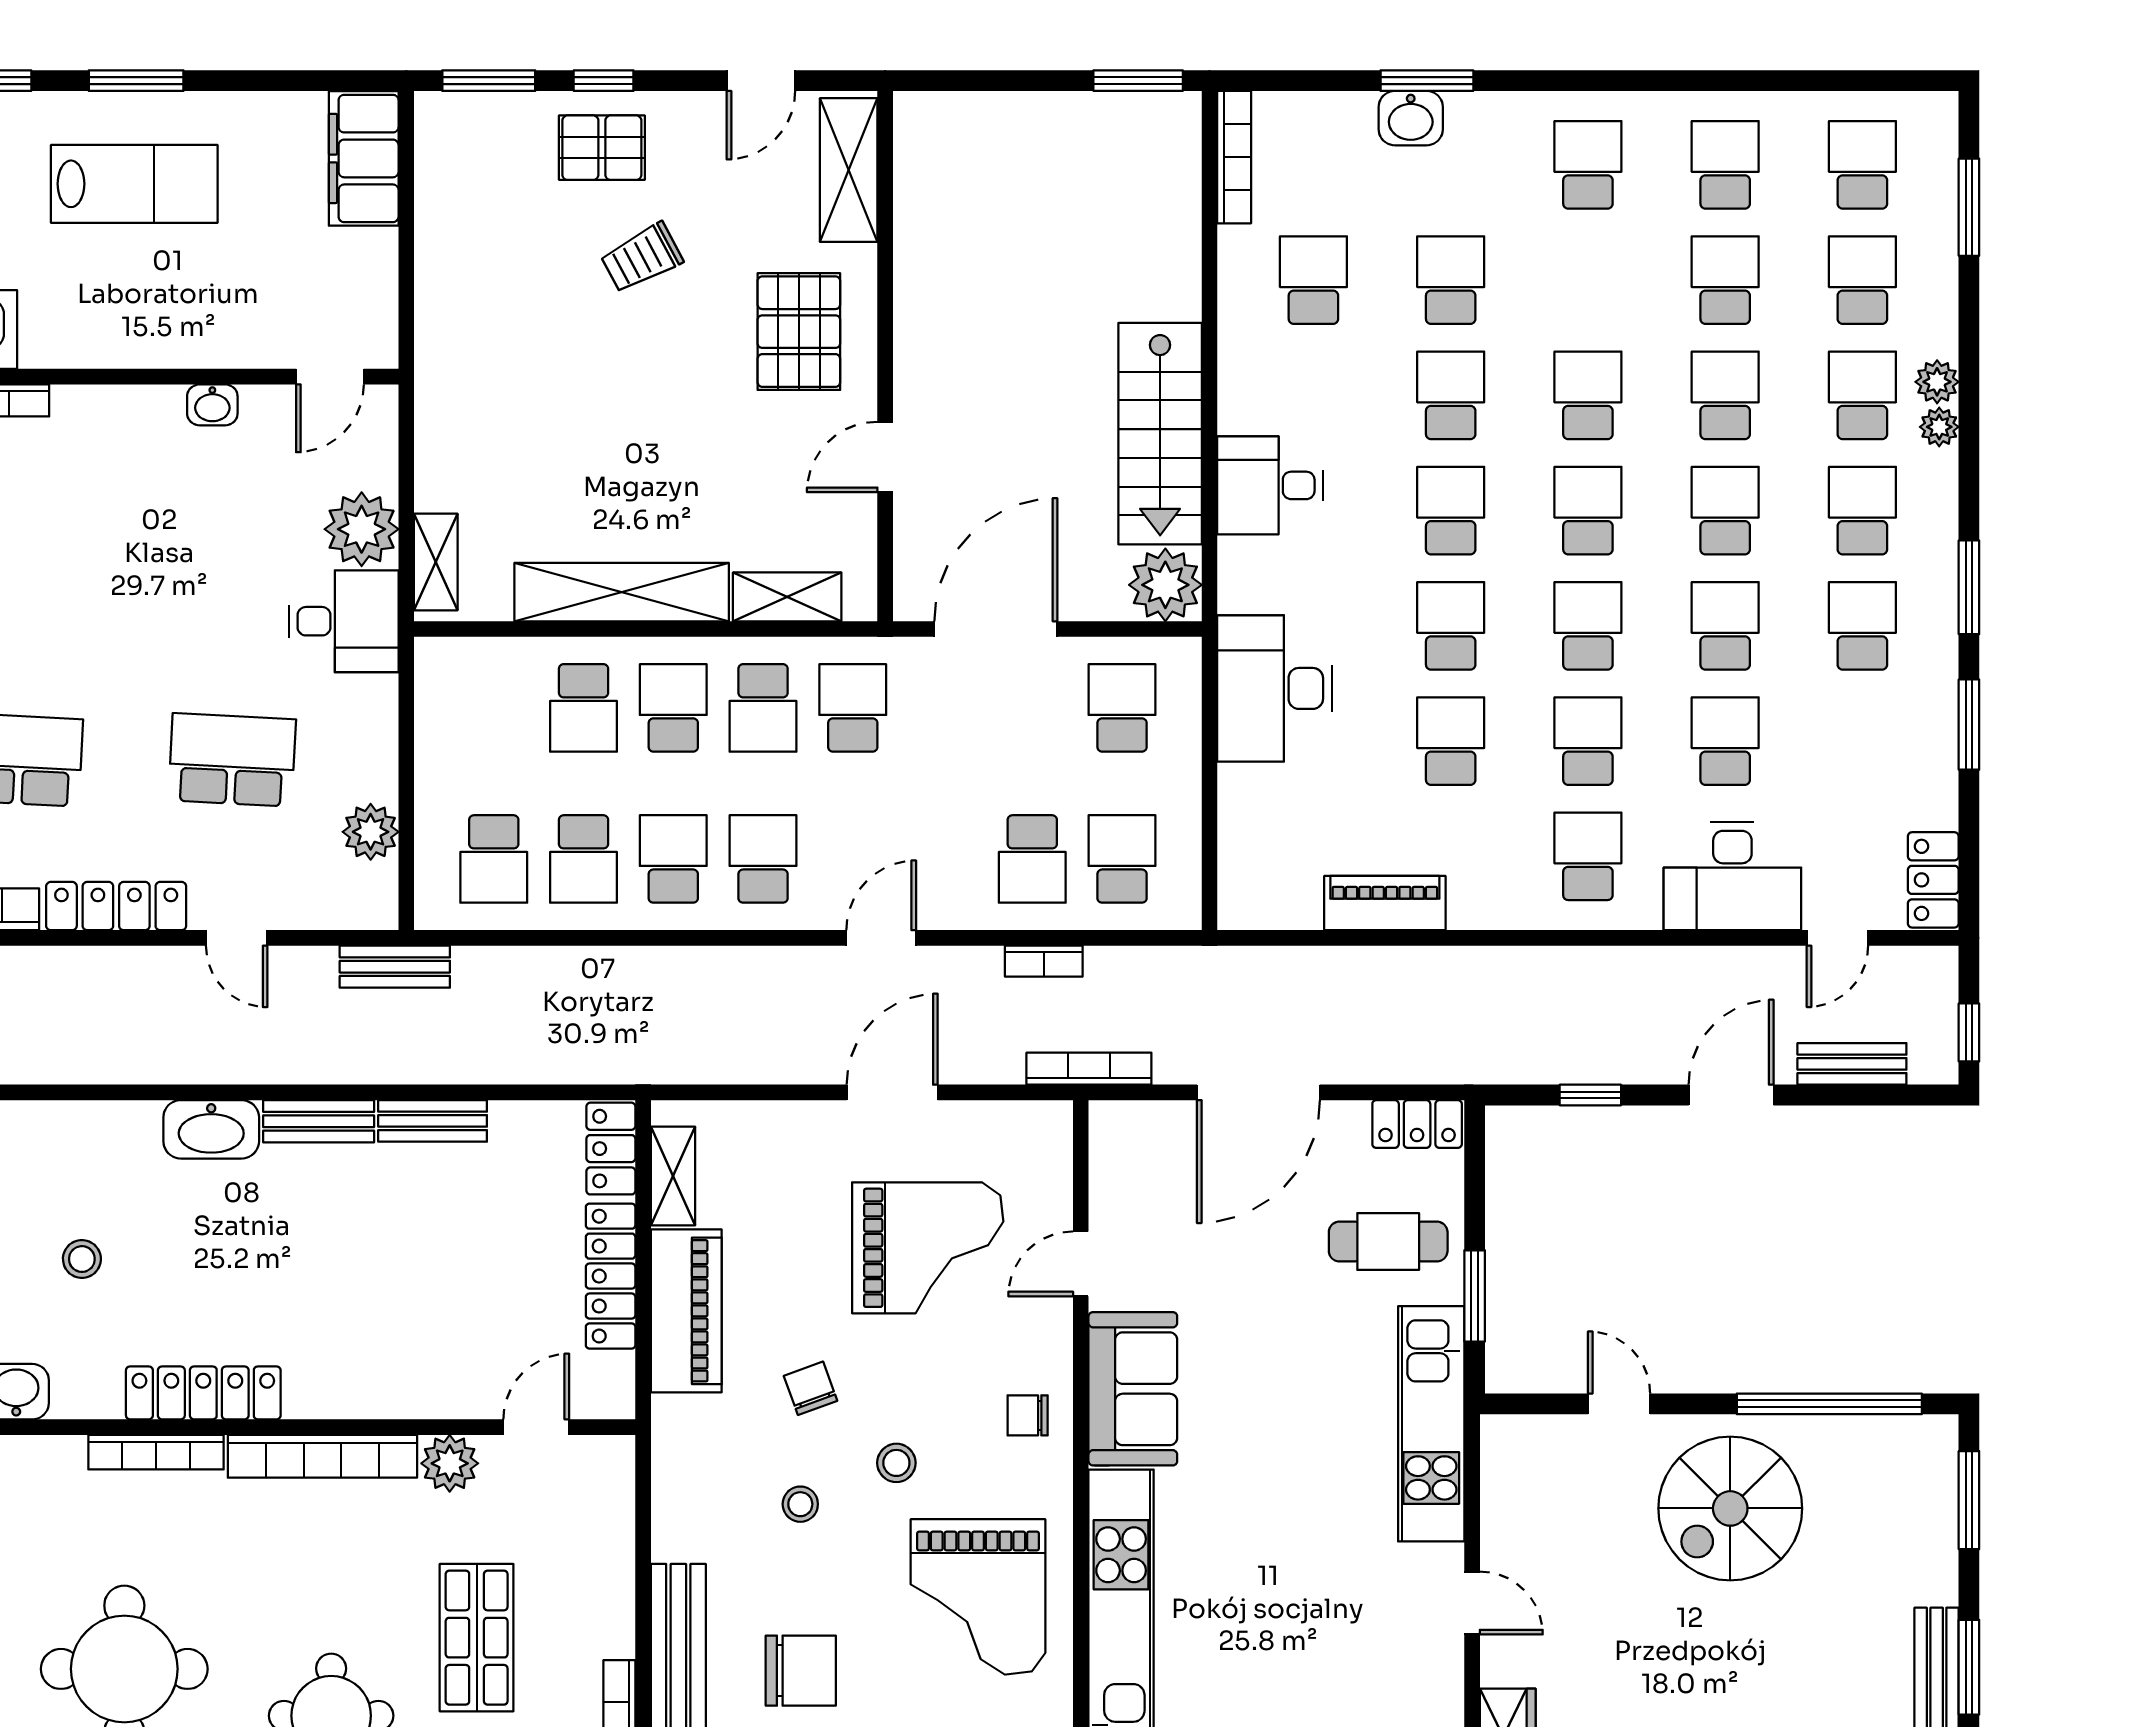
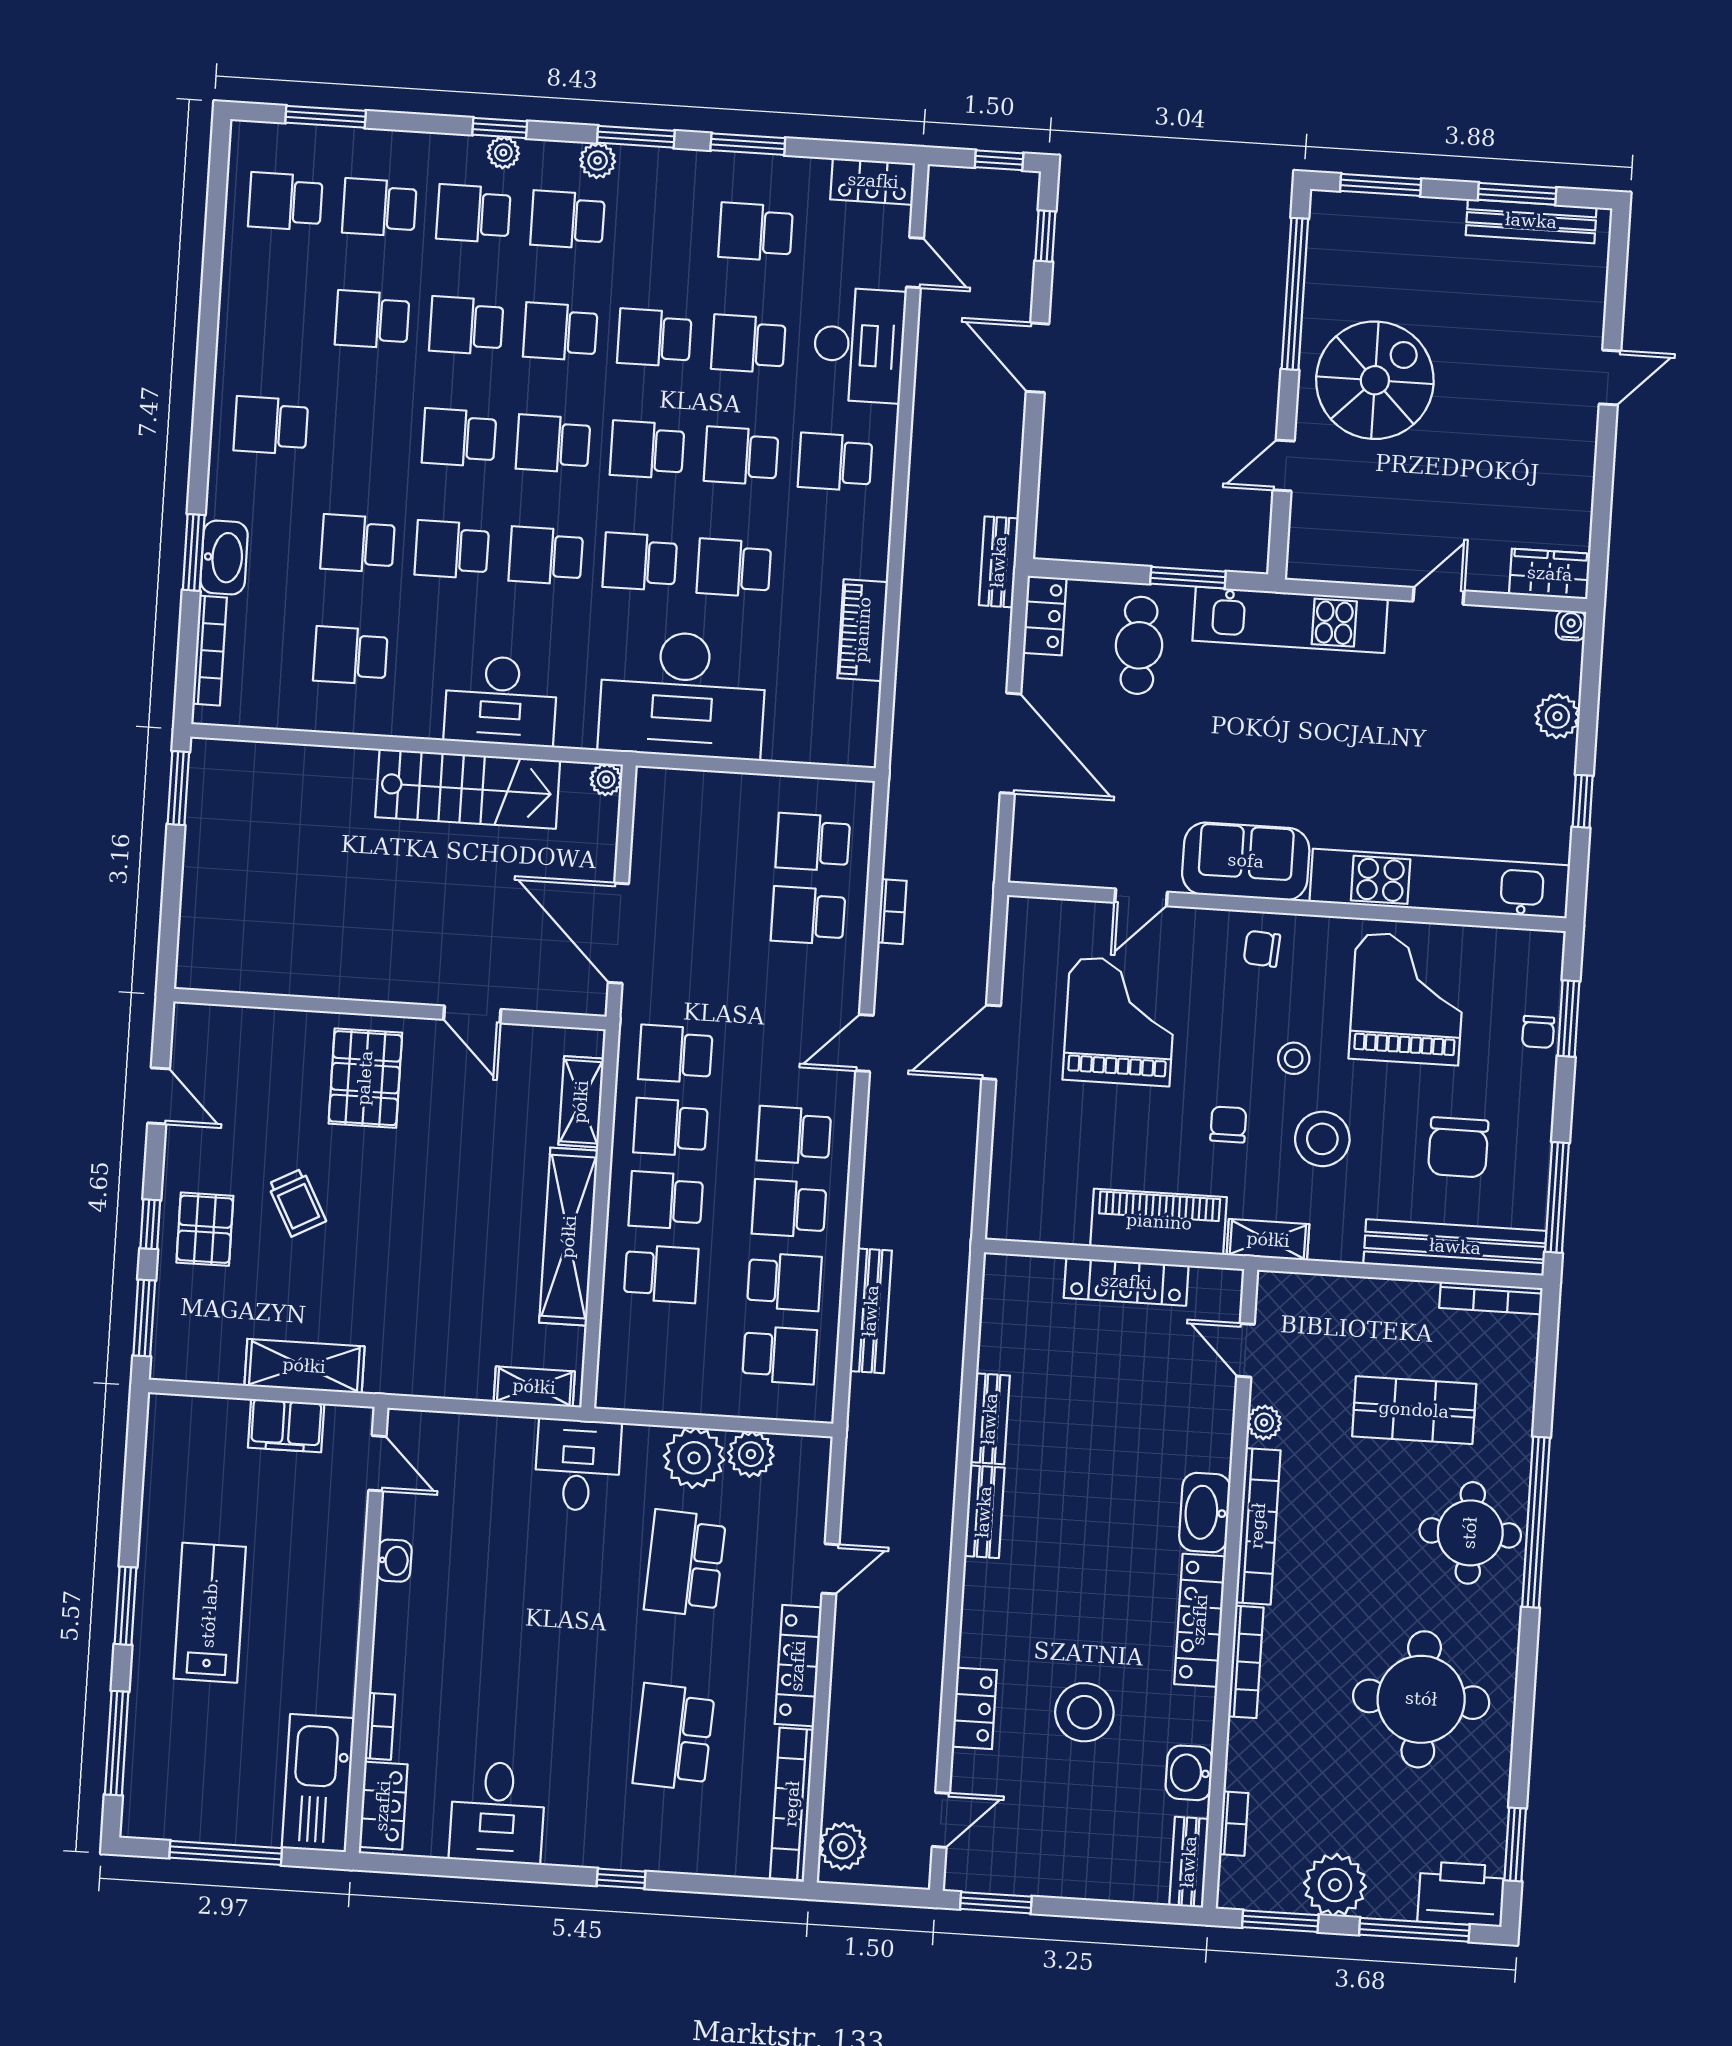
washbasin: (1411, 118) -> (224, 558), width x1.38
bookcase: (1234, 157) -> (210, 651), moved, turned 90
filing cabinet: (364, 158) -> (286, 1426), moved, width x0.67, depth x0.86
school desk: (1725, 165) -> (278, 313), removed
shelving: (849, 170) -> (304, 1366), moved
pallet: (799, 332) -> (365, 1078), turned 90
plant: (1937, 382) -> (598, 161), moved
window: (1969, 421) -> (500, 128), added
desk: (1270, 485) -> (501, 701), width x1.37
plant: (362, 529) -> (694, 1458), moved
plant: (1165, 585) -> (606, 780), width x0.53, depth x0.53
school desk: (1862, 626) -> (756, 232), moved
desk: (1275, 688) -> (683, 695), width x1.36, depth x1.30
school desk: (763, 708) -> (671, 1127), turned 180
school desk: (1122, 708) -> (690, 834), removed
school desk: (1032, 859) -> (808, 916), turned 180
door: (881, 938) -> (864, 1043), hinge flipped
bench: (395, 967) -> (871, 1311), moved, width x1.36
bench: (1852, 1064) -> (999, 562), moved
bookcase: (1089, 1069) -> (982, 880), removed
door: (892, 1092) -> (991, 1042), hinge flipped
window: (1590, 1095) -> (1045, 236), moved
washbasin: (211, 1129) -> (1205, 1513), moved, turned 180
locker: (611, 1149) -> (974, 1708), moved, turned -90
shelving: (673, 1176) -> (1268, 1240), moved
stool: (82, 1259) -> (1084, 1712), width x1.89, depth x1.89
door: (1081, 1264) -> (1141, 897), hinge flipped
chair: (810, 1388) -> (1228, 1124), turned 110
chair: (1028, 1415) -> (1262, 949), turned 94
plant: (450, 1463) -> (1264, 1422), width x0.73, depth x0.73
stool: (800, 1504) -> (1322, 1139), width x1.89, depth x1.89
spiral stairs: (1730, 1508) -> (1375, 380), turned -90
grand piano: (978, 1597) -> (1407, 999), turned -90
chair: (801, 1671) -> (1458, 1147), turned 180

